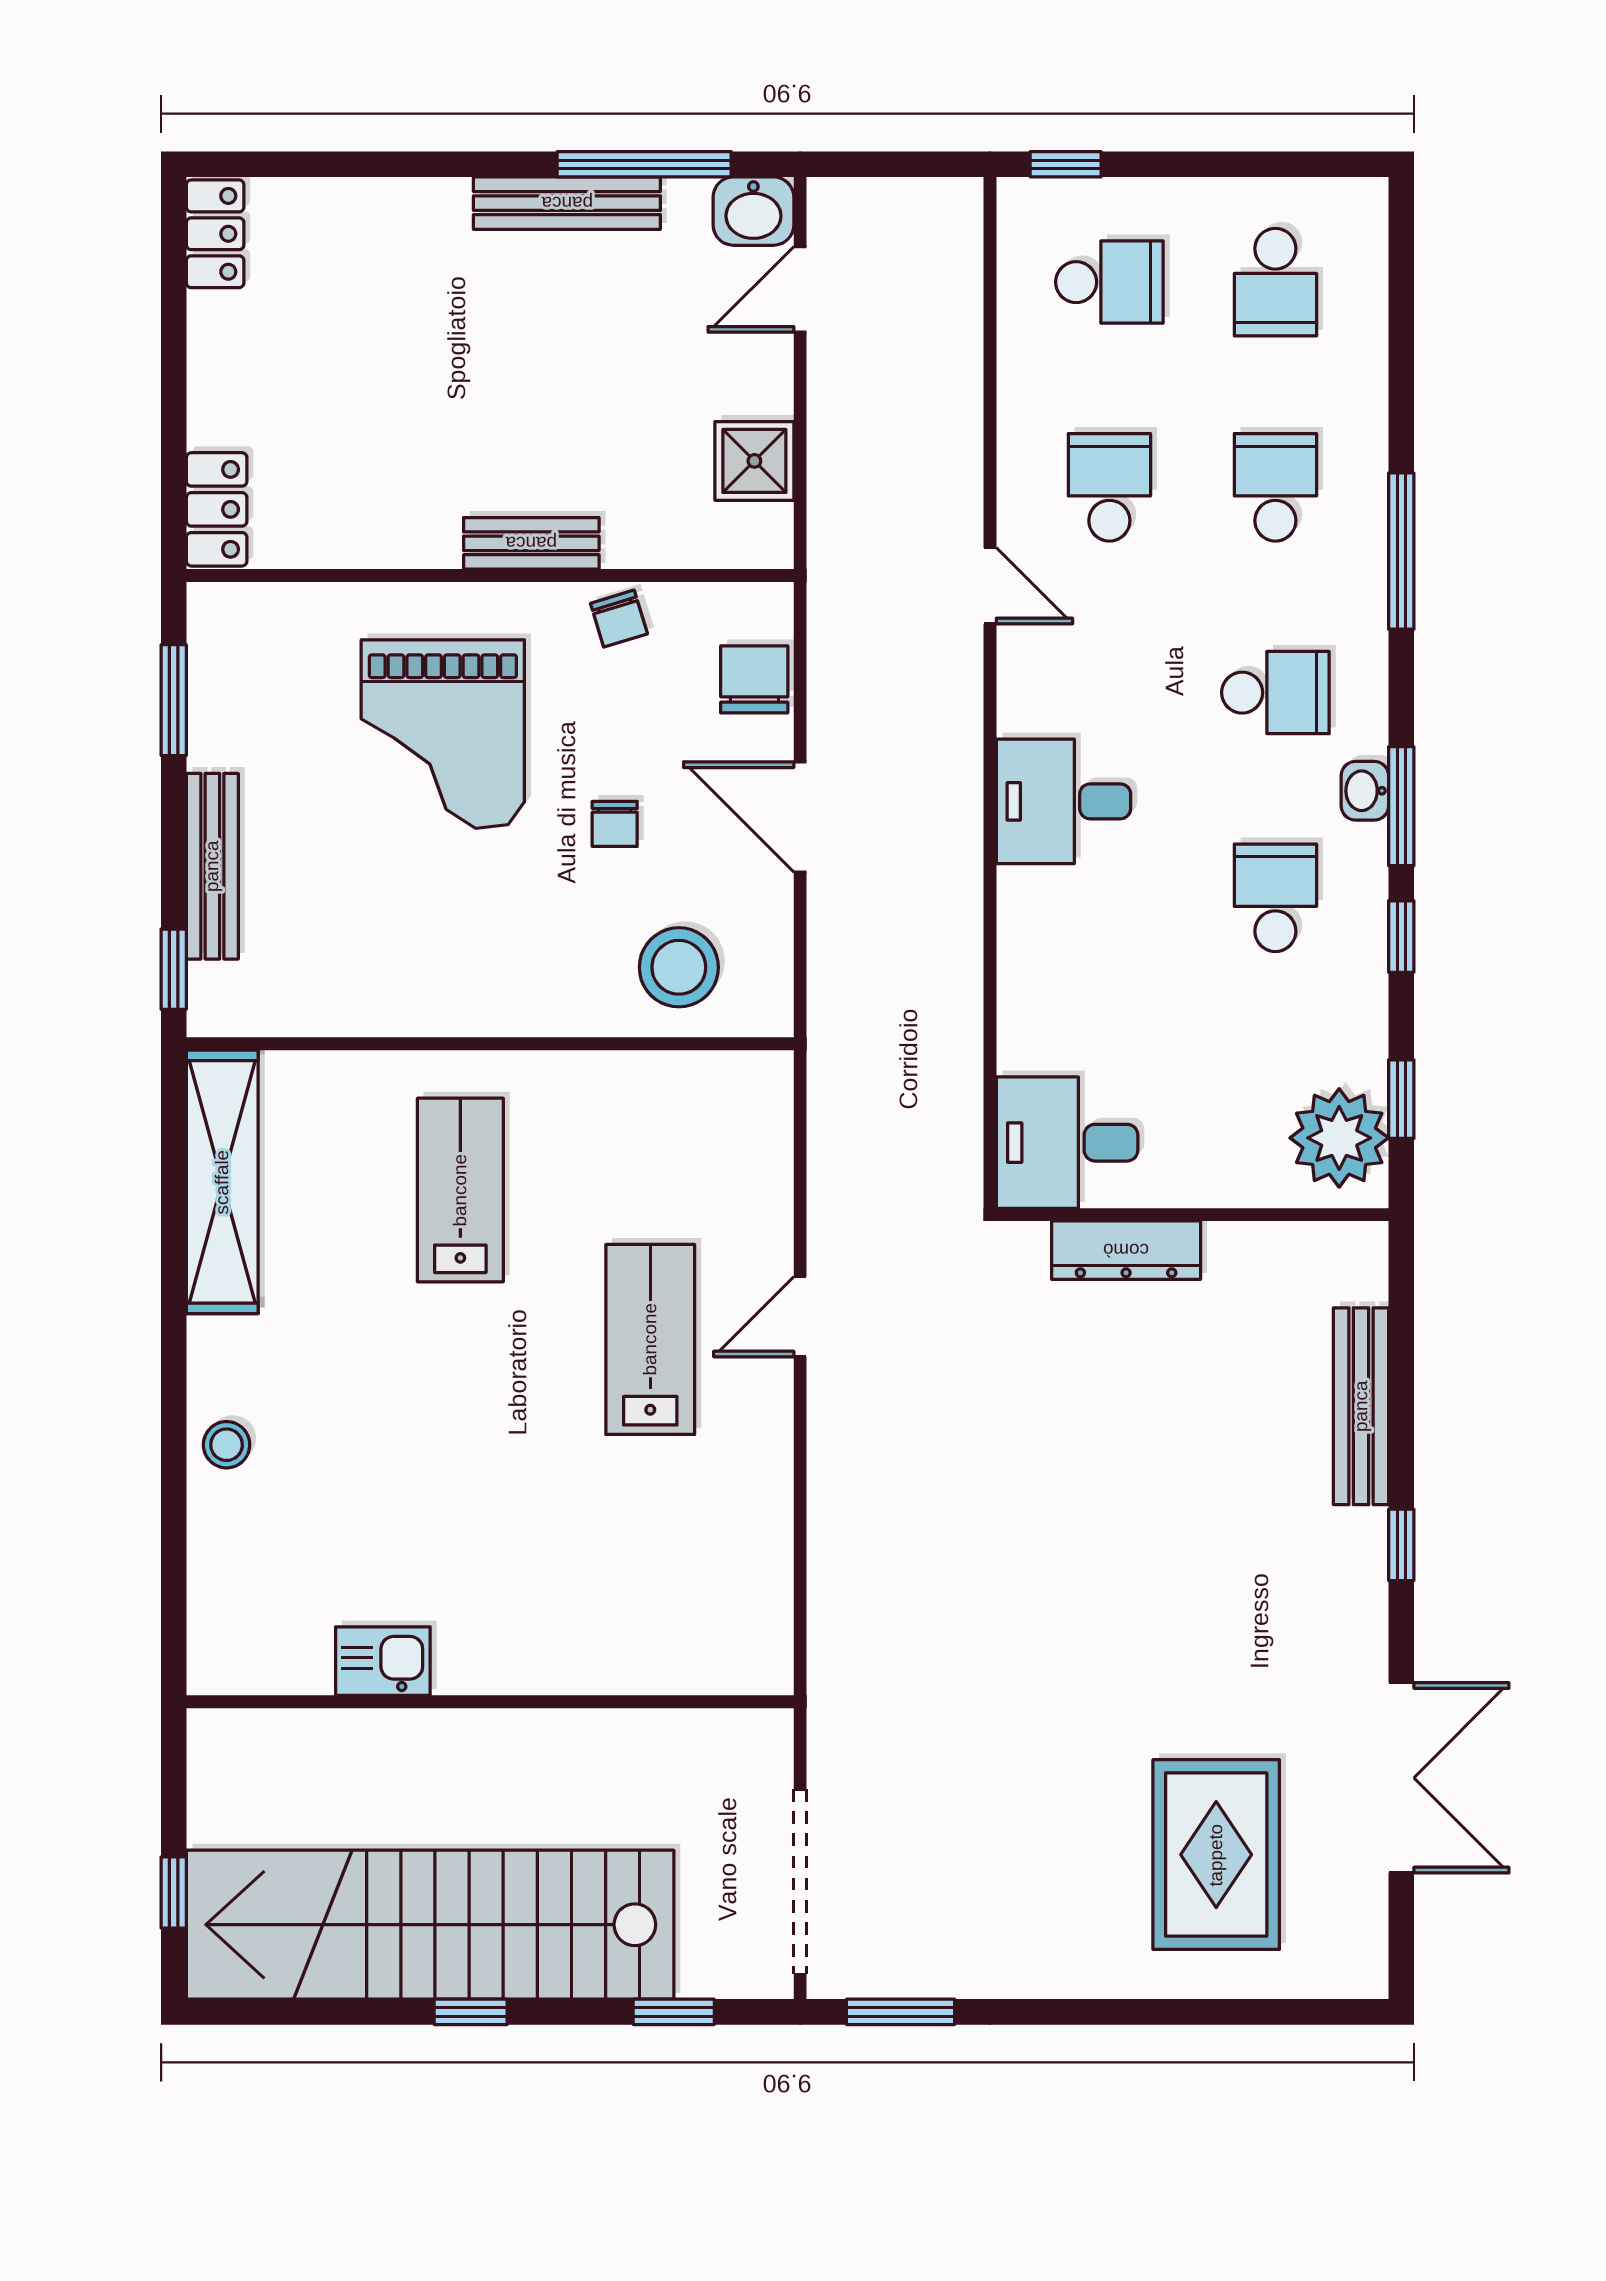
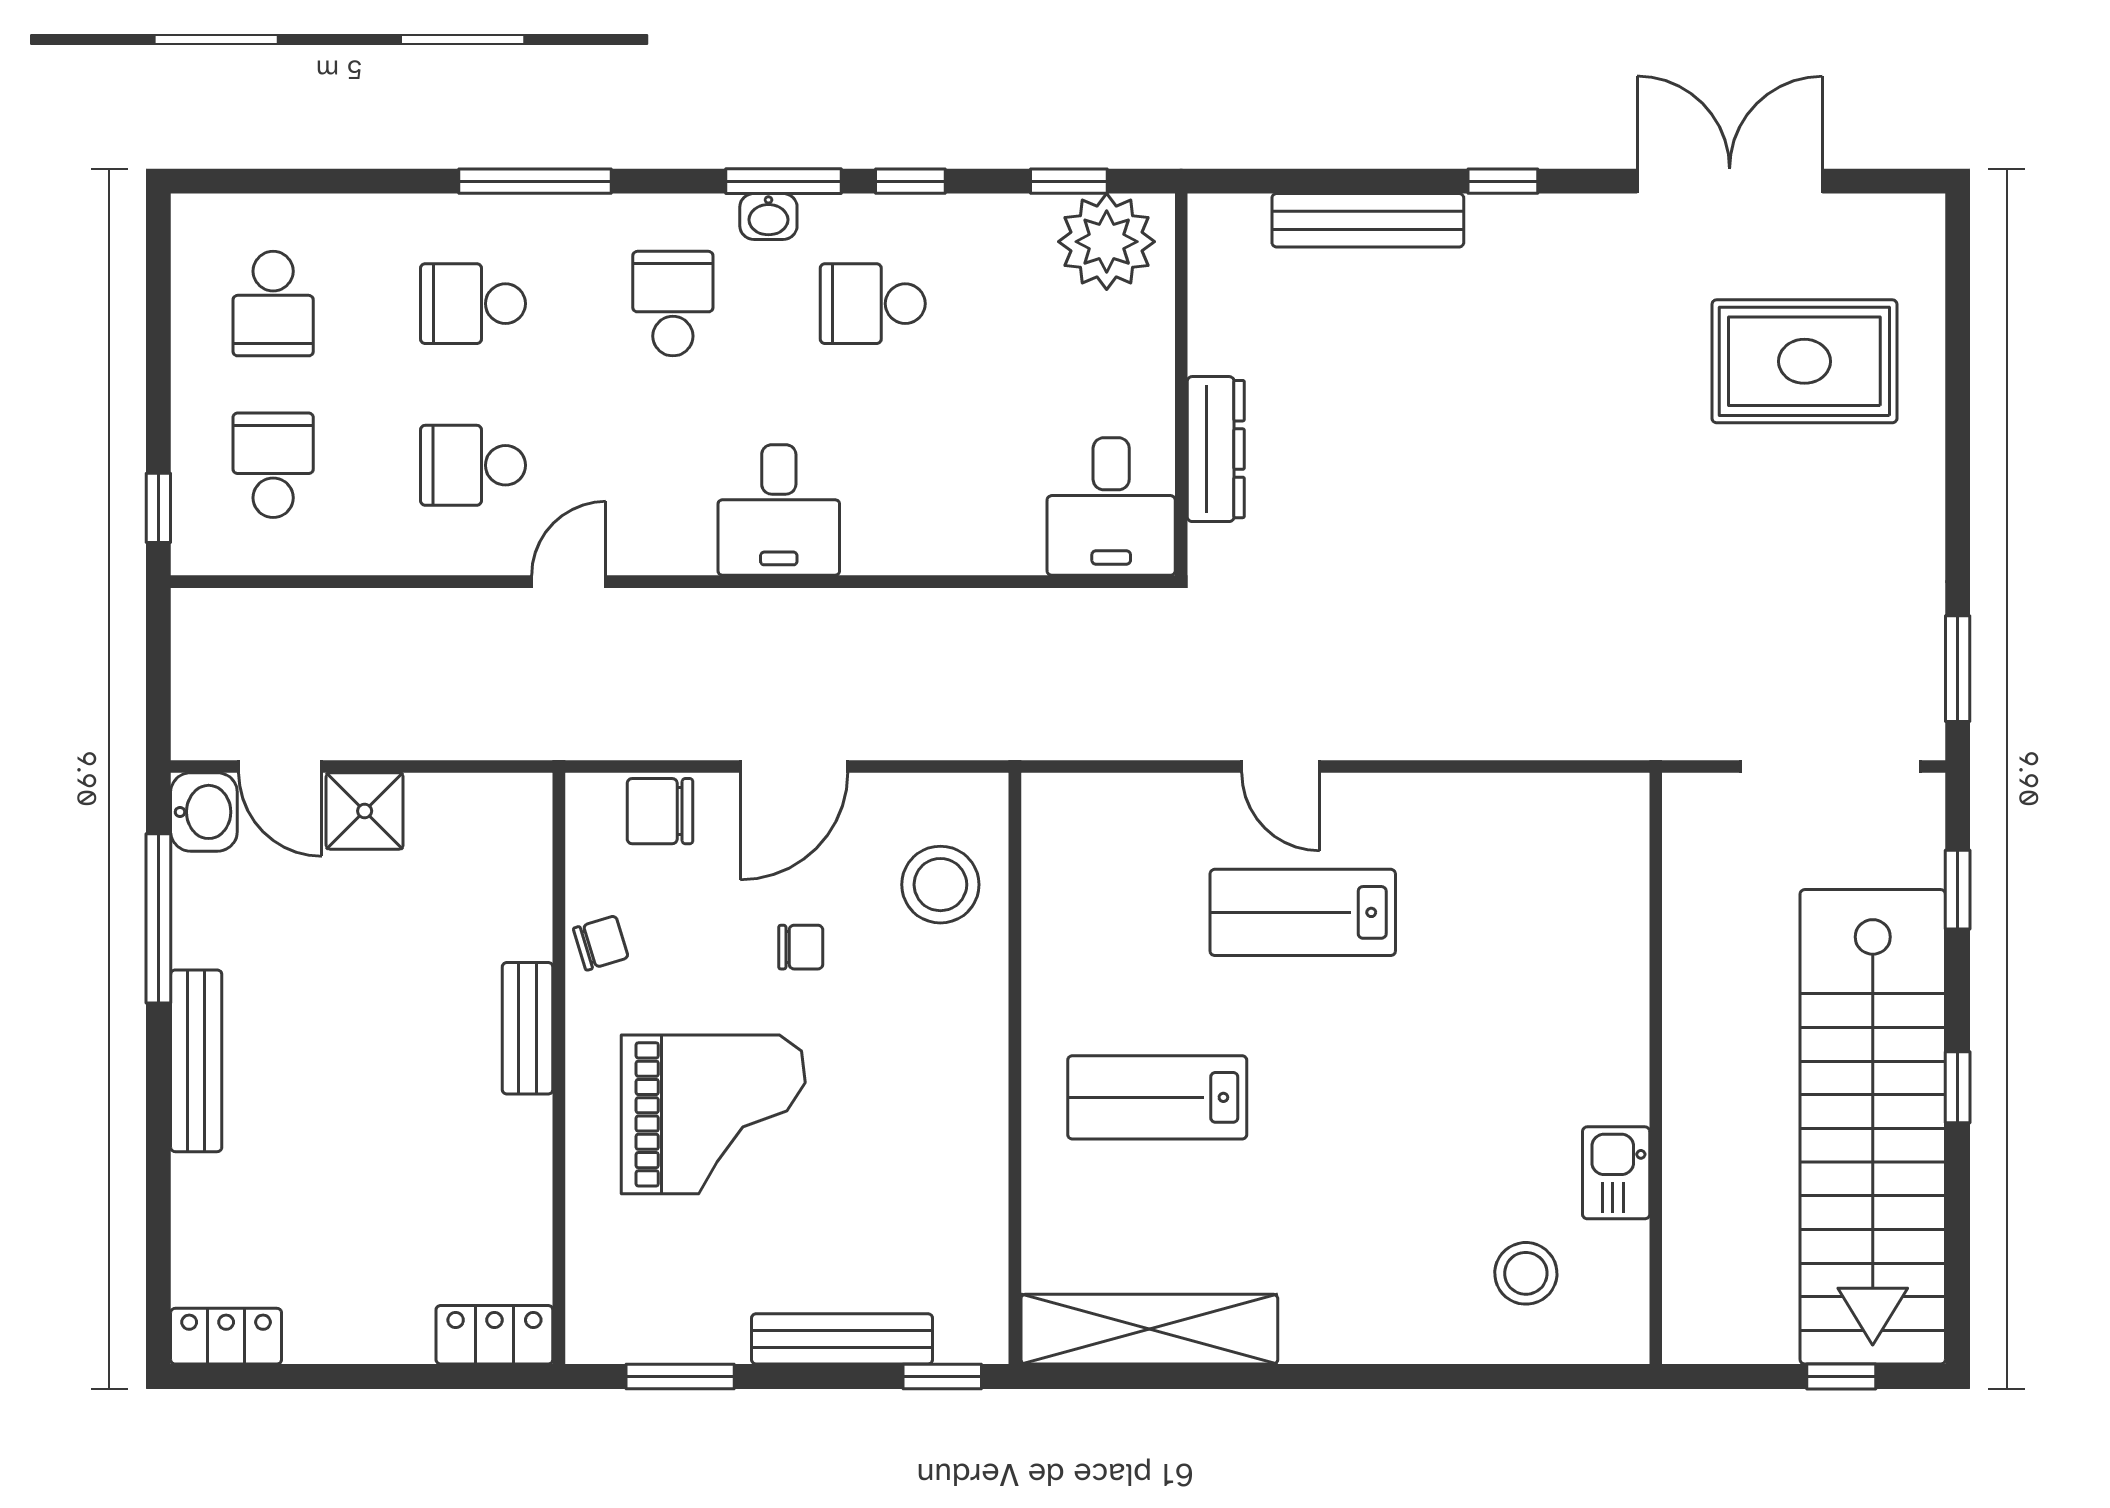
bench: (567, 203) -> (196, 1061), moved
school desk: (1275, 282) -> (273, 304), turned 90
shower: (754, 461) -> (365, 811), moved
stool: (227, 1445) -> (1526, 1273), moved, width x1.37, depth x1.37

